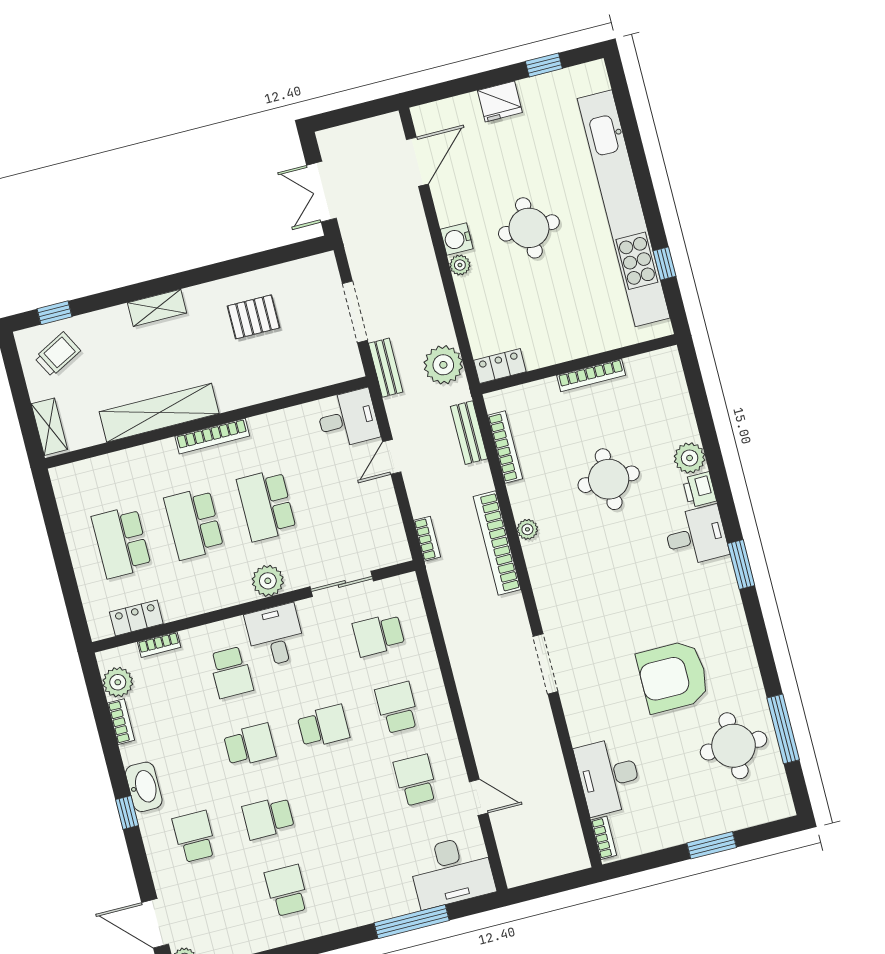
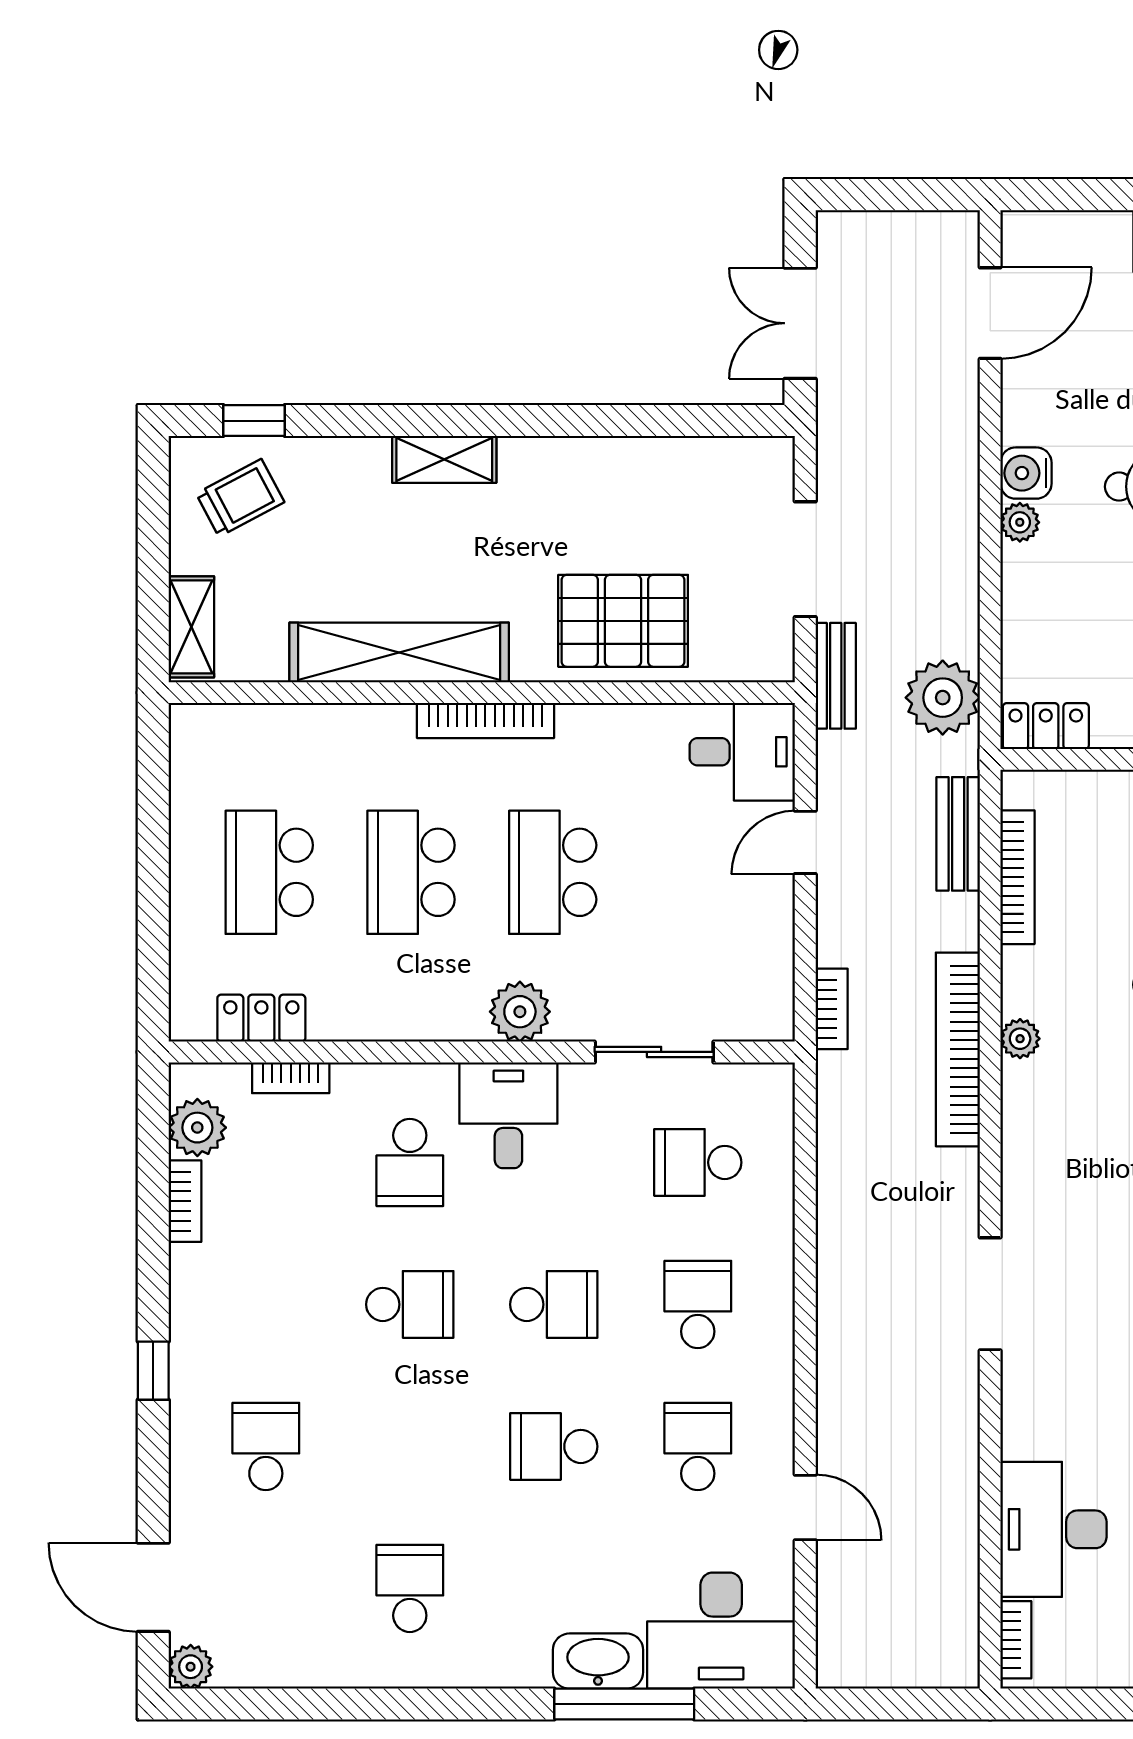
pallet: (254, 317) -> (623, 621), moved, width x1.50, depth x1.42
washbasin: (144, 787) -> (598, 1661), moved, turned -90
school desk: (268, 818) -> (554, 1446), moved

